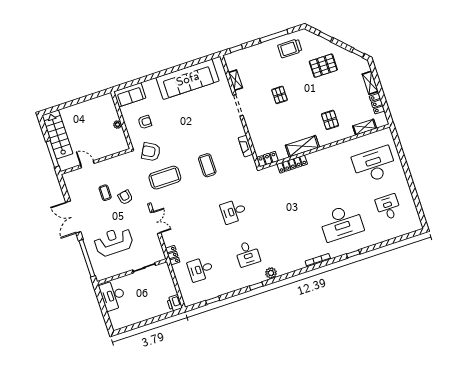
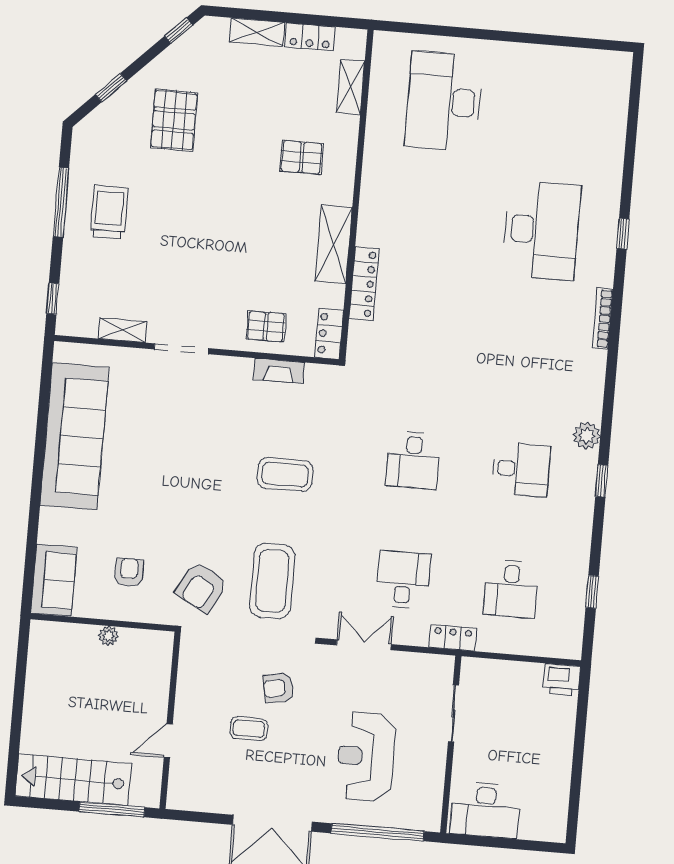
trolley: (290, 48) -> (109, 212), moved, turned 180
pallet: (279, 95) -> (266, 326), moved
desk: (388, 207) -> (403, 580), moved, turned 90

